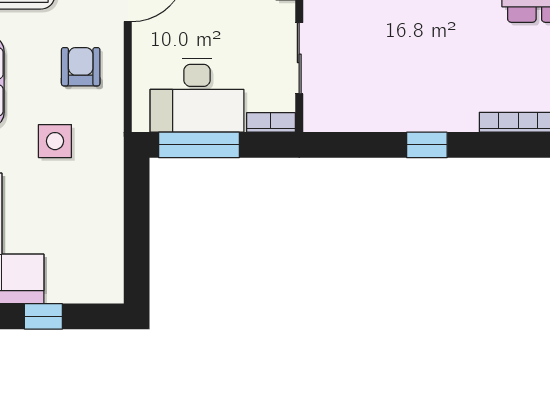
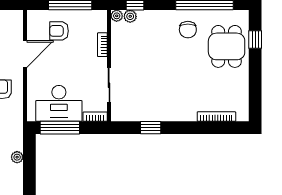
window: (427, 145) -> (151, 128), moved
plant: (112, 205) -> (17, 157), added

